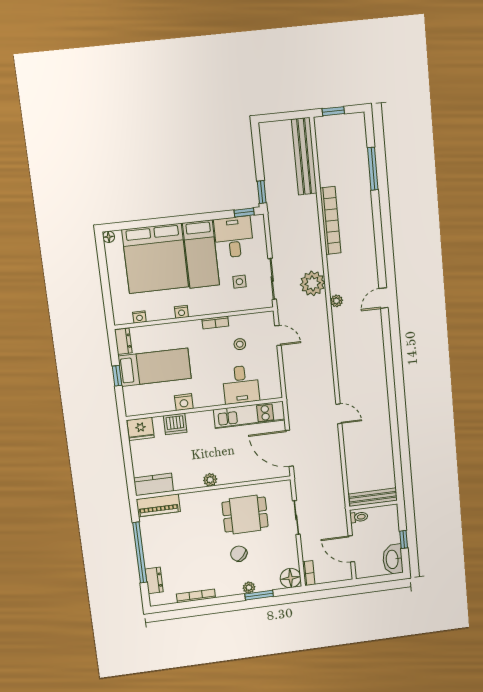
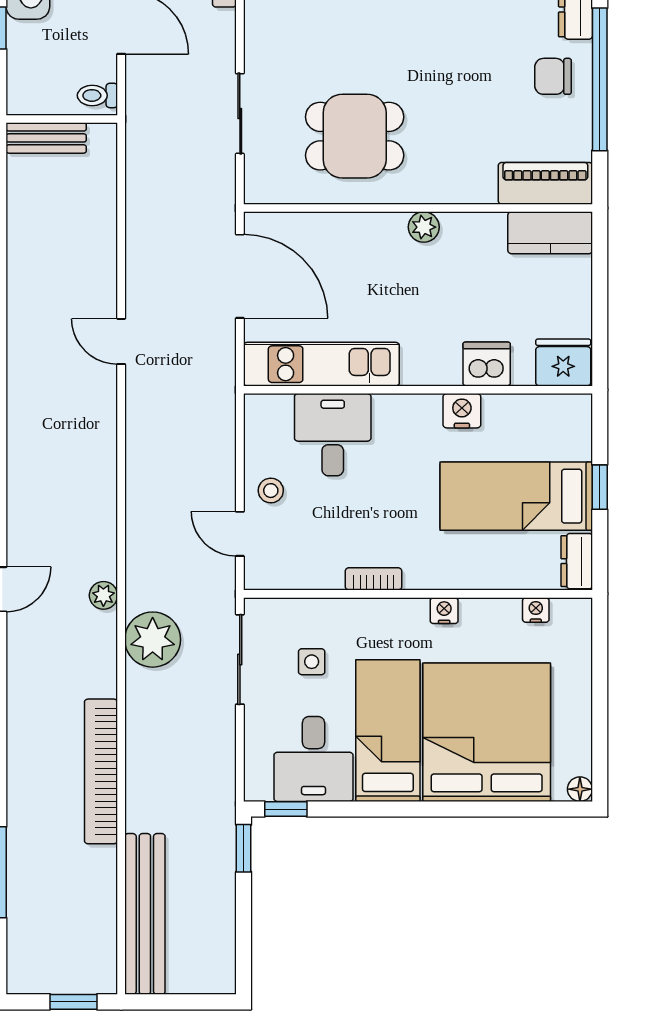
stool: (240, 344) -> (271, 491), moved
bench: (373, 497) -> (46, 138), width x0.73
chair: (239, 554) -> (553, 76), moved, turned 137

